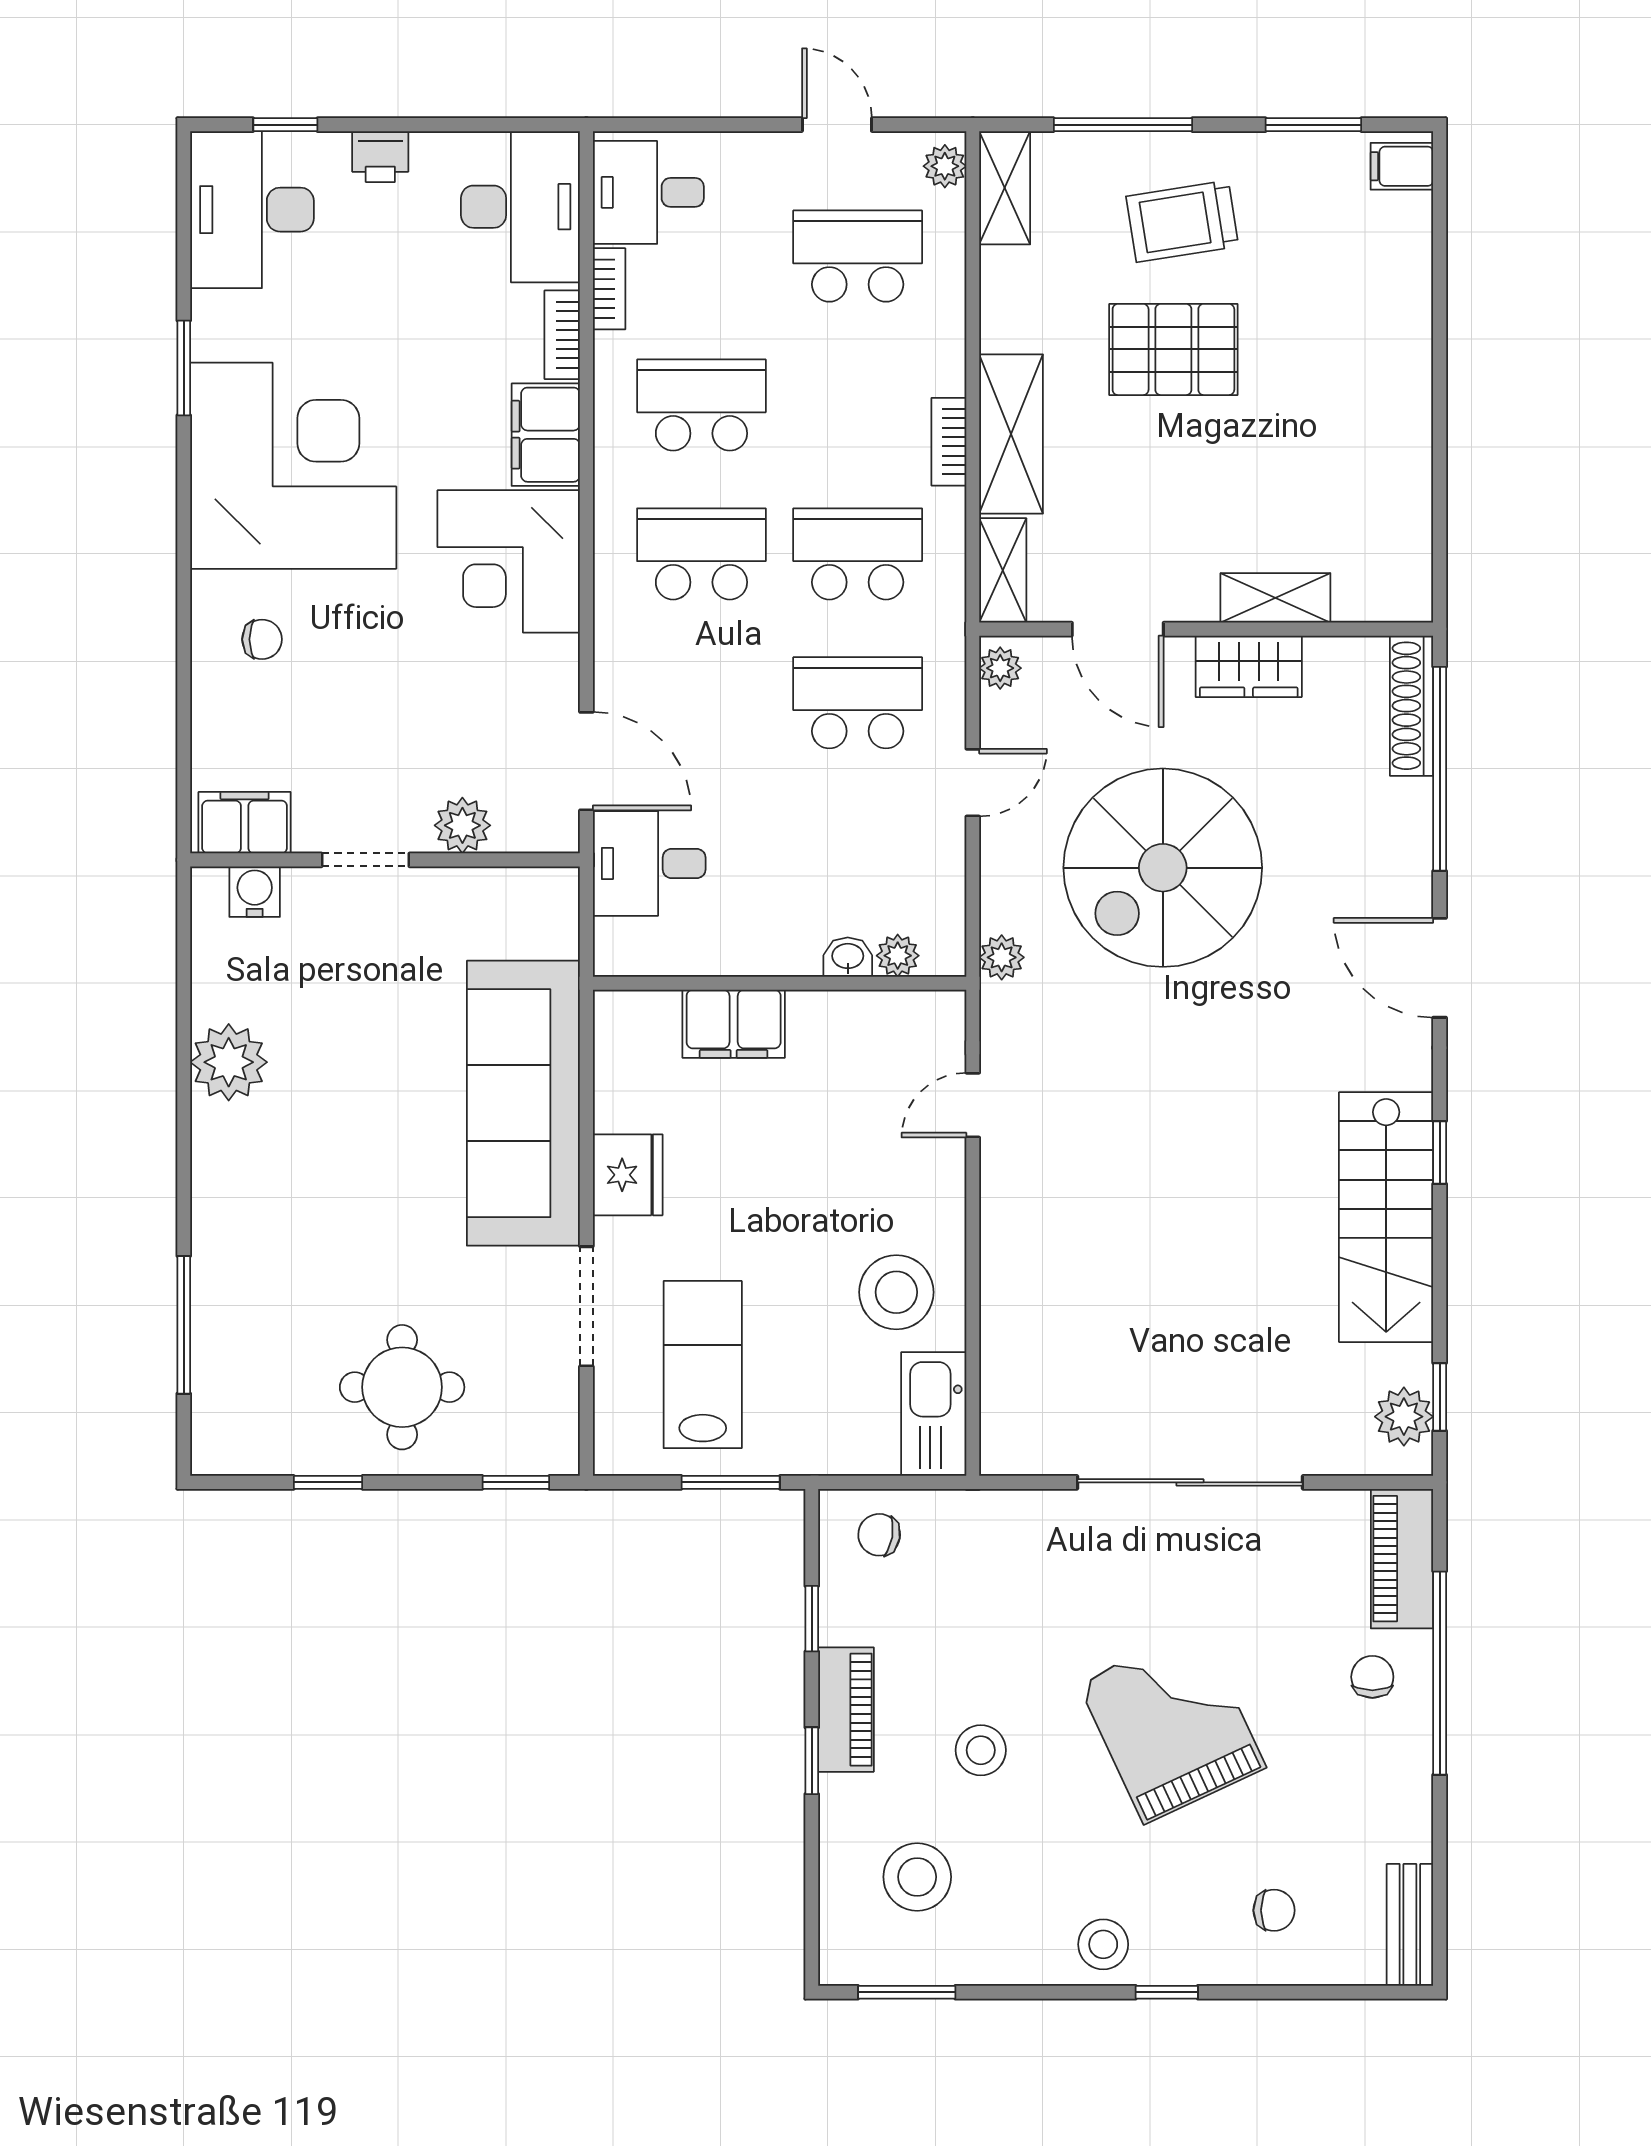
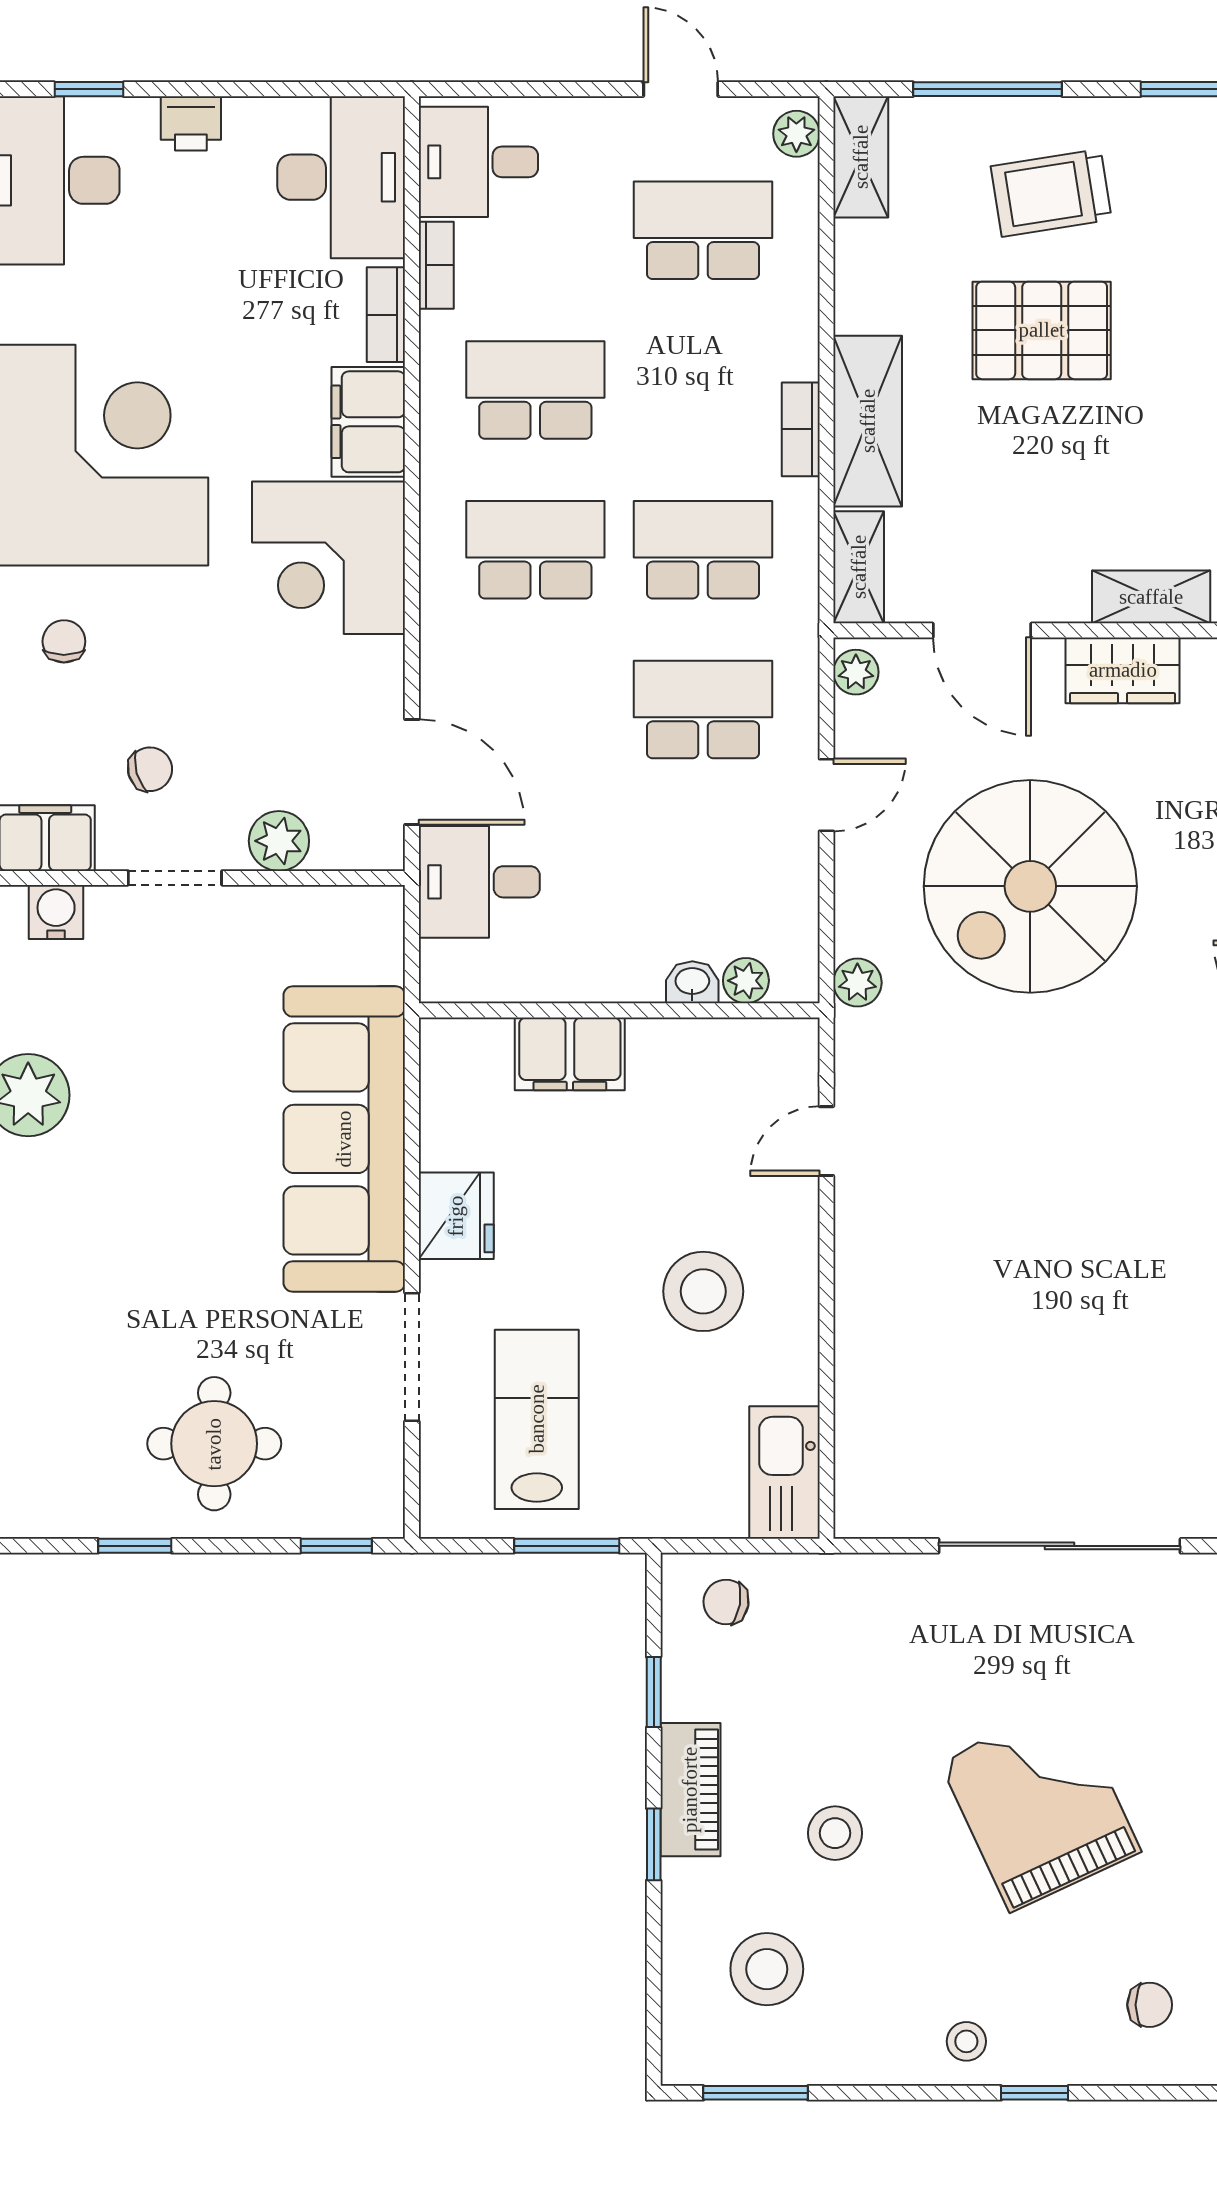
chair: (262, 639) -> (64, 641), turned -90
chair: (342, 759) -> (150, 769), added
stool: (896, 1292) -> (703, 1291), moved
stool: (1103, 1944) -> (966, 2041), width x0.73, depth x0.73

